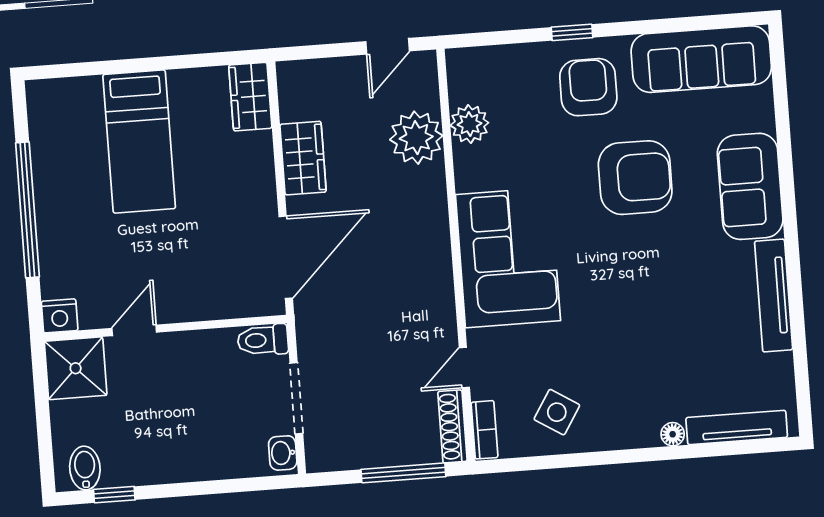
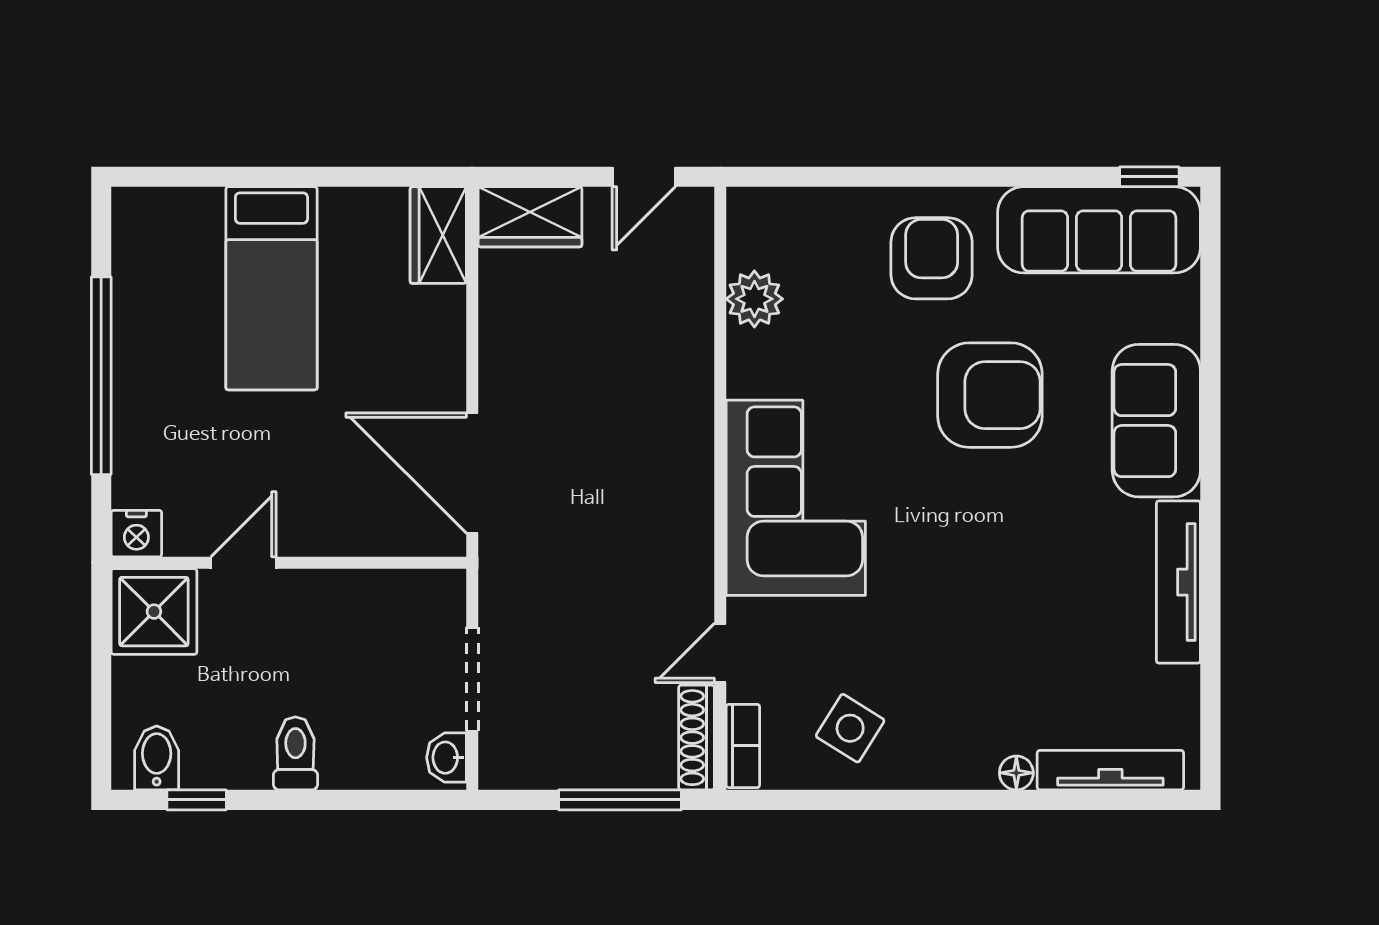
window: (572, 32) -> (1149, 177), moved
plant: (416, 138) -> (675, 313), removed
wardrobe: (303, 158) -> (530, 217), moved, turned 90
door: (286, 257) -> (472, 473), swing flipped
toilet: (263, 340) -> (295, 753), moved, turned 90

